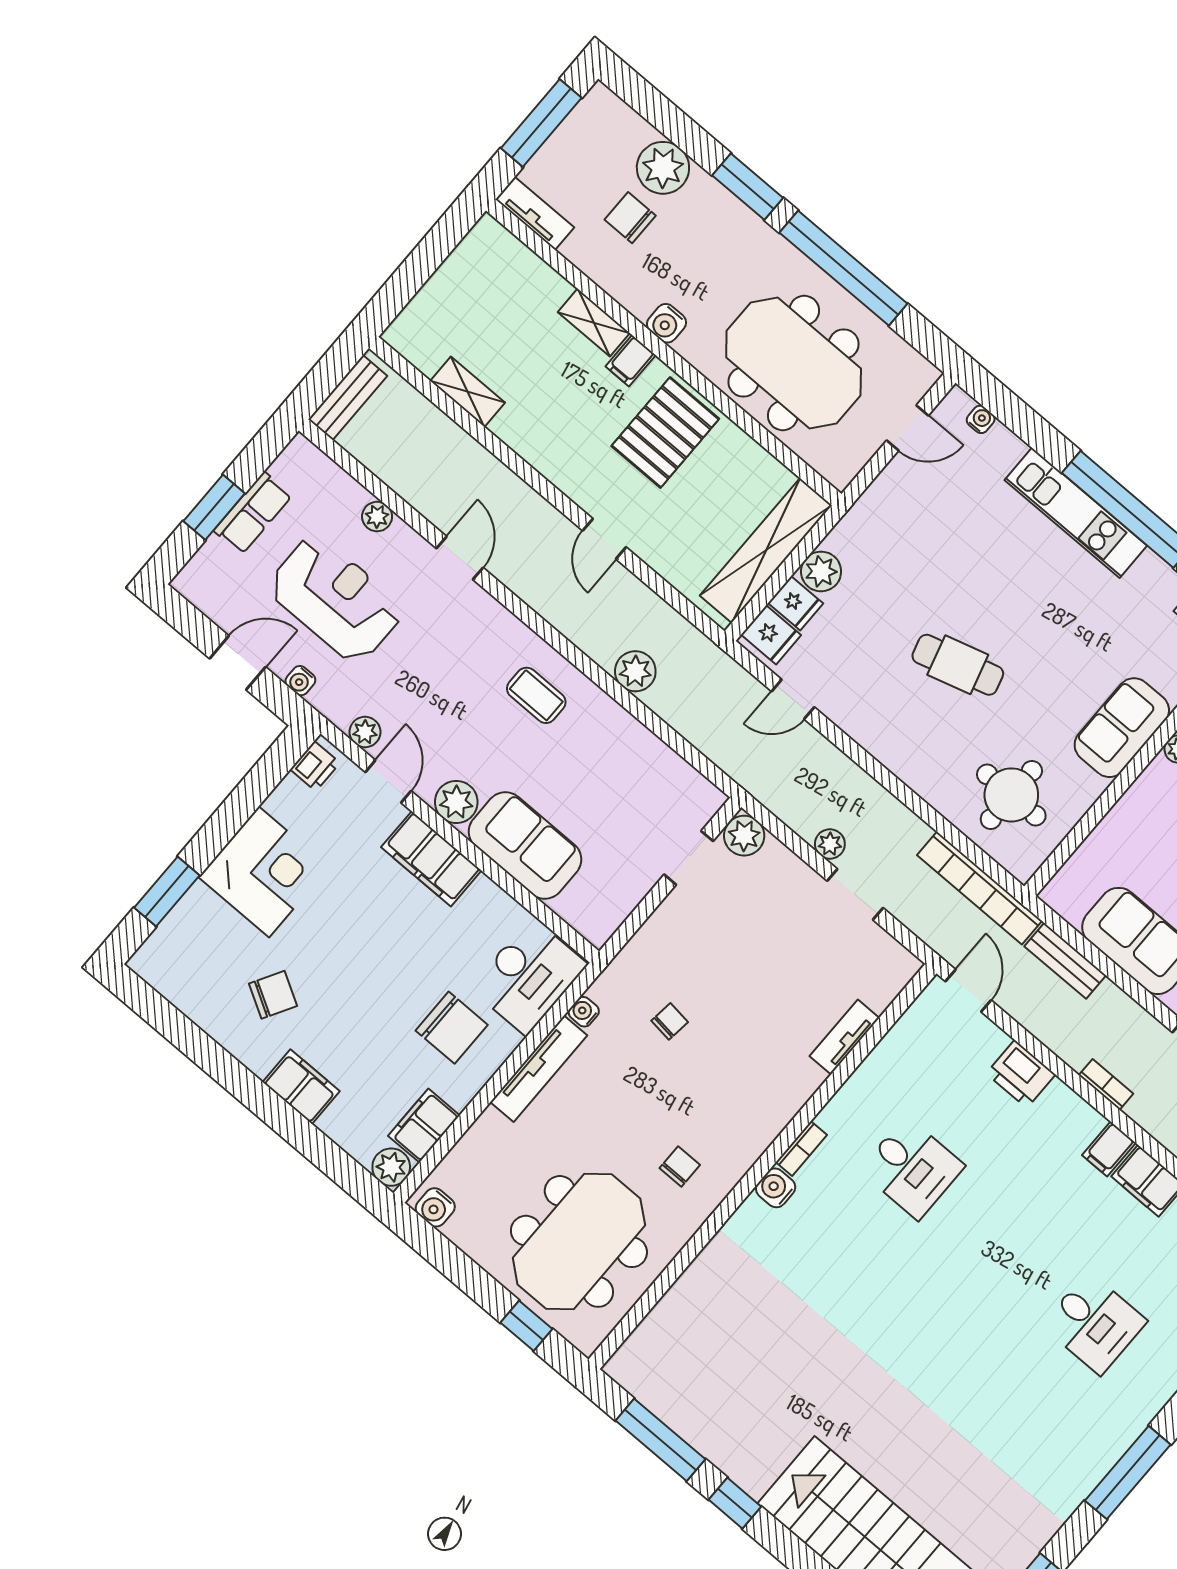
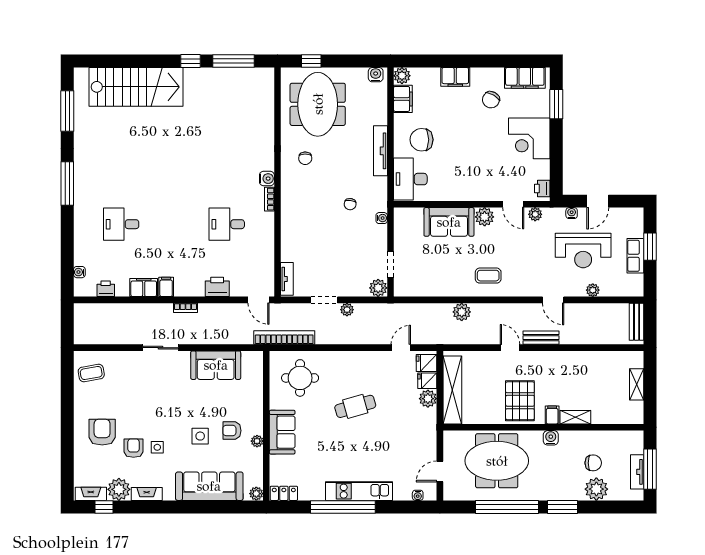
tv unit: (535, 213) -> (637, 472), moved, turned 90
shelving: (468, 392) -> (637, 384), moved, turned 90
filing cabinet: (431, 859) -> (525, 78), moved, turned 180
bench: (1065, 961) -> (541, 338), moved
water cooler: (584, 1012) -> (382, 218), moved
tv unit: (844, 1037) -> (287, 279), moved

